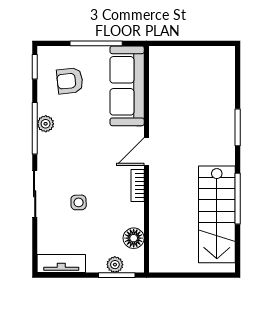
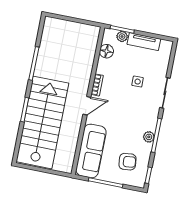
stairs: (217, 214) -> (42, 122), moved, width x1.36, depth x1.51
tv unit: (61, 263) -> (144, 42), moved

